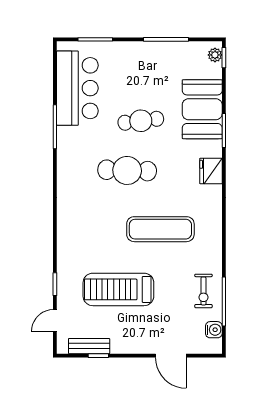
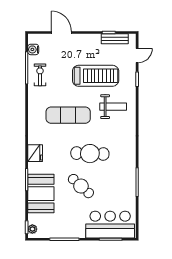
bar counter: (77, 88) -> (110, 225), moved, turned 90
cafe table: (141, 121) -> (81, 186), turned 49
weight bench: (92, 242) -> (113, 107), added

